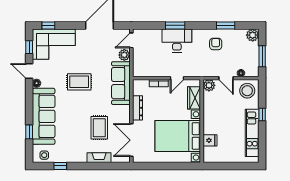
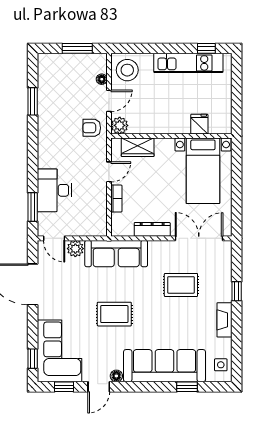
window: (175, 25) -> (33, 207), moved
plant: (253, 35) -> (47, 62), removed
desk: (177, 40) -> (54, 190), moved
armchair: (216, 44) -> (92, 128), moved
door: (177, 78) -> (109, 172), hinge flipped
rug: (79, 82) -> (114, 314), turned 90
window: (262, 114) -> (206, 48), moved
bed with nightstands: (178, 136) -> (203, 171), width x0.73
double door: (131, 140) -> (199, 238), swing flipped
fireplace: (99, 158) -> (224, 320), moved
window: (60, 166) -> (237, 291), moved

